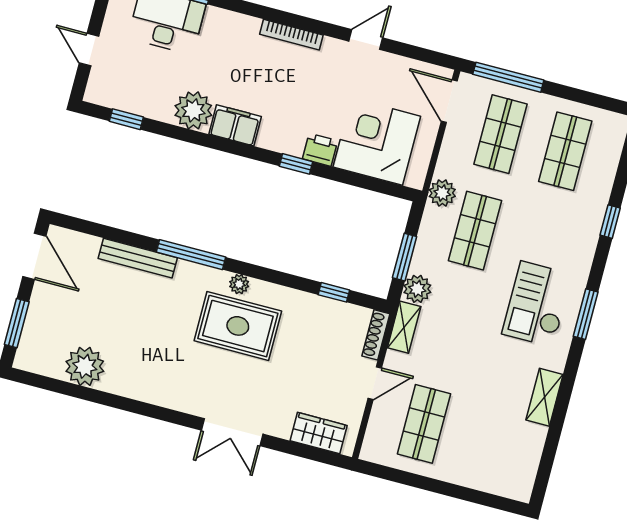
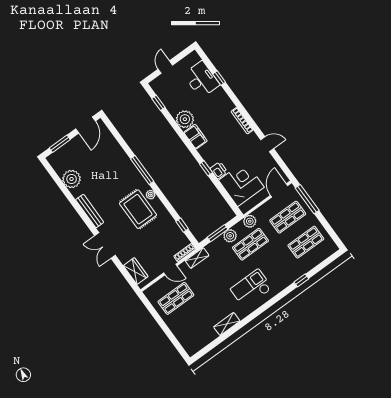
bench: (138, 258) -> (90, 211), moved
plant: (417, 289) -> (230, 236), moved
window: (586, 314) -> (266, 306), removed

